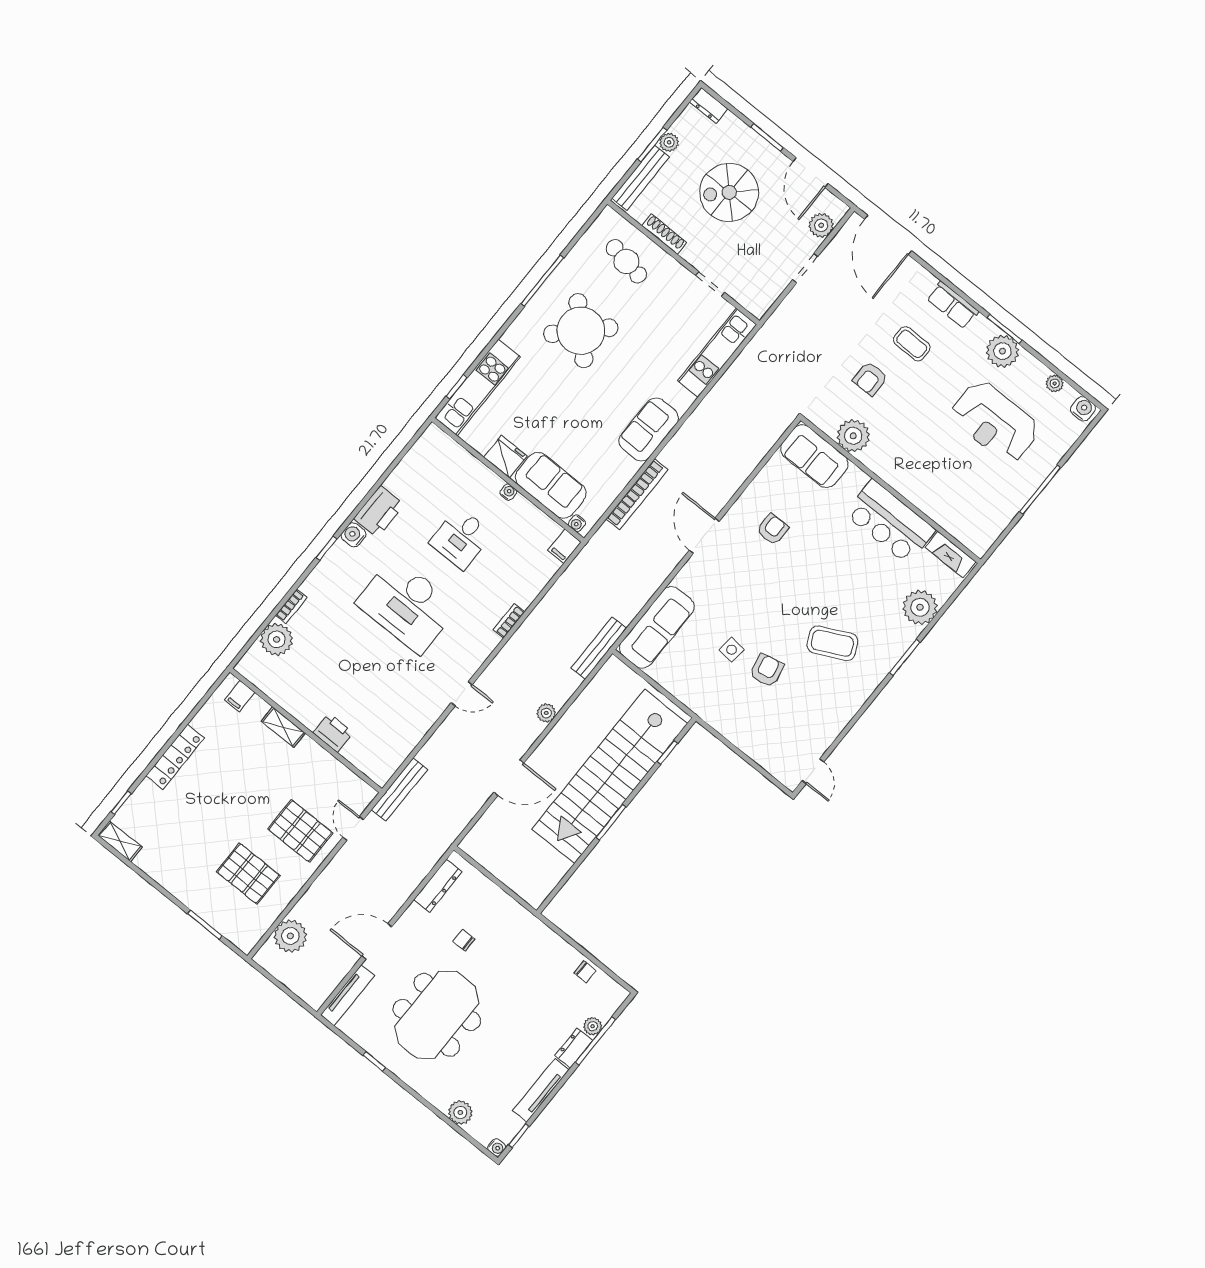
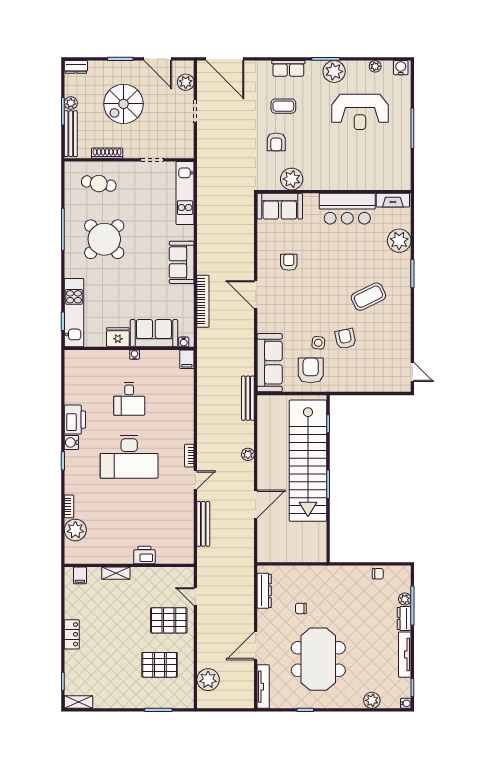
bookcase: (509, 621) -> (189, 456), moved
armchair: (697, 675) -> (311, 370), added
locker: (175, 757) -> (72, 634), width x0.66
bench: (399, 790) -> (203, 524), moved

